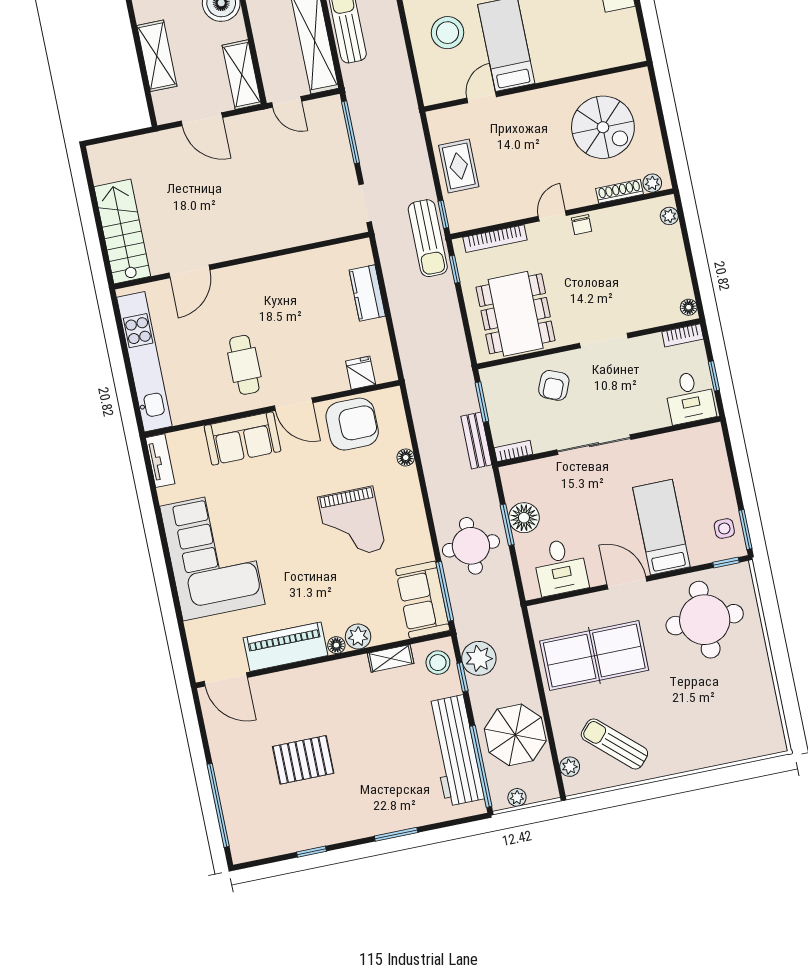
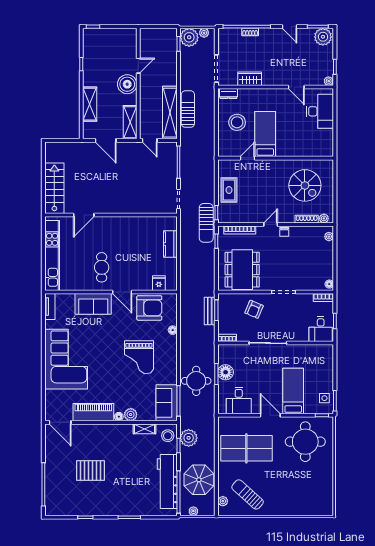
bench: (476, 440) -> (210, 311), moved

